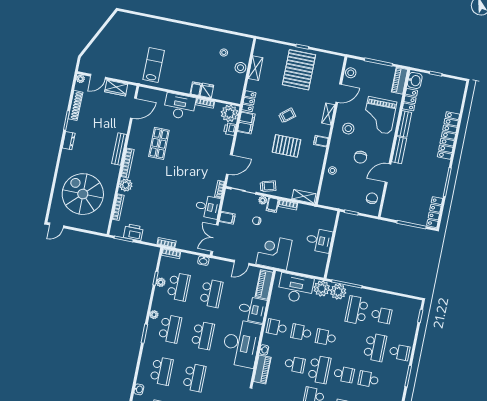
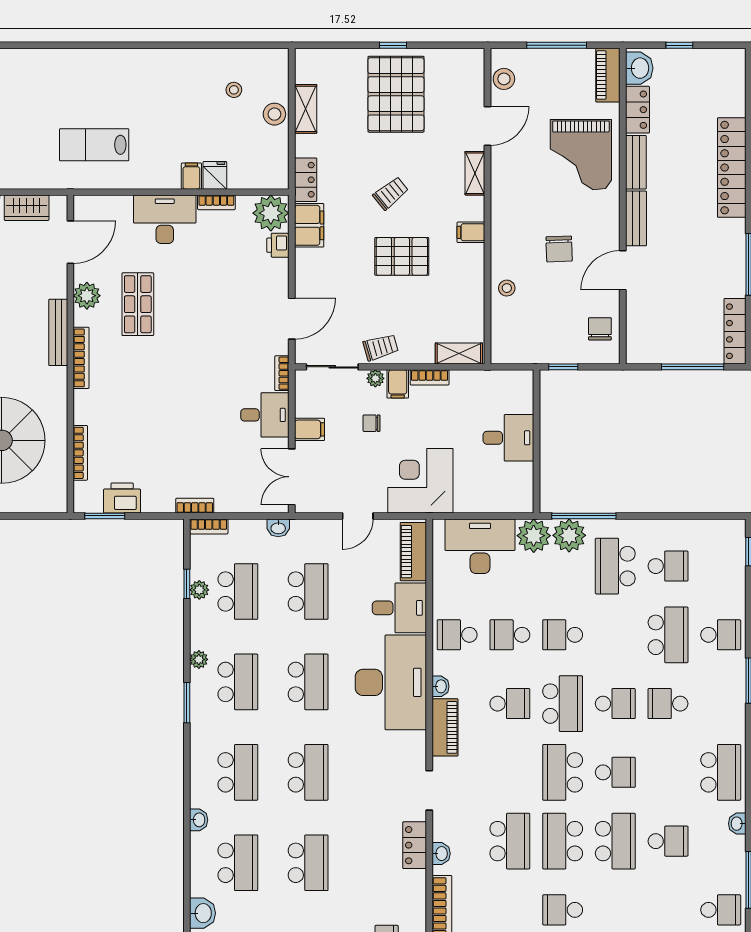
lab bench: (154, 65) -> (94, 145), turned -90
stool: (348, 129) -> (522, 195), removed
plant: (126, 185) -> (87, 296), moved

